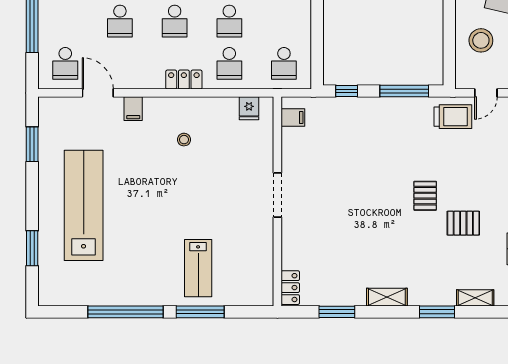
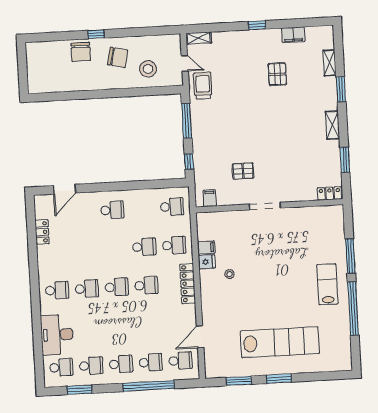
school desk: (120, 21) -> (151, 362), moved
locker: (184, 80) -> (188, 284), width x1.53
fridge: (249, 108) -> (207, 262), moved
filing cabinet: (133, 109) -> (206, 248), moved
pallet: (425, 196) -> (243, 171), moved
lab bench: (84, 205) -> (280, 342), turned 180
window: (32, 248) -> (279, 379), moved
lab bench: (198, 268) -> (327, 284), moved, turned -90

